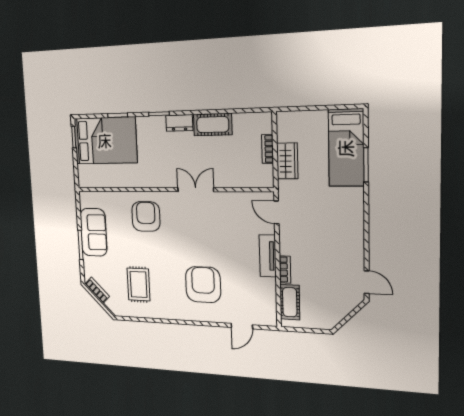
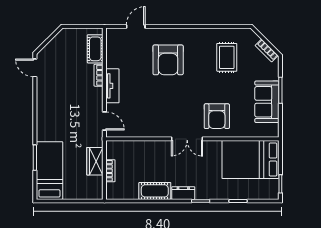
bed: (105, 141) -> (251, 160), moved
double door: (196, 190) -> (187, 139), moved

